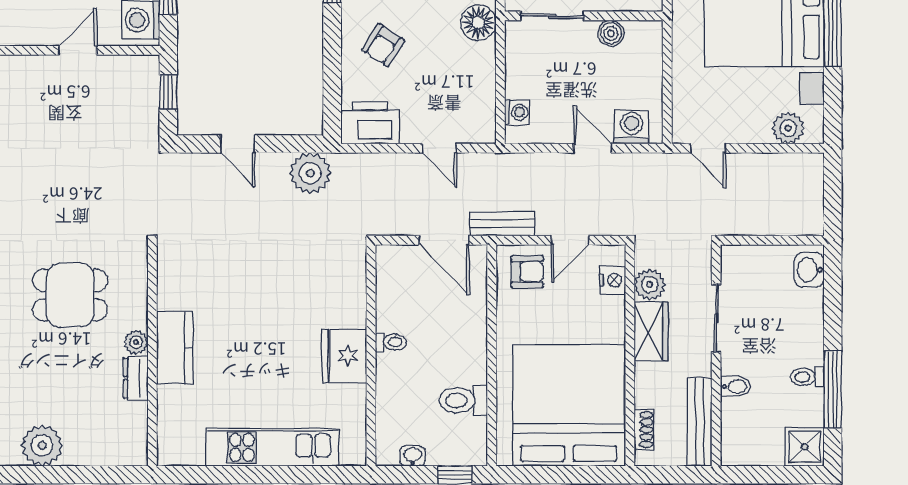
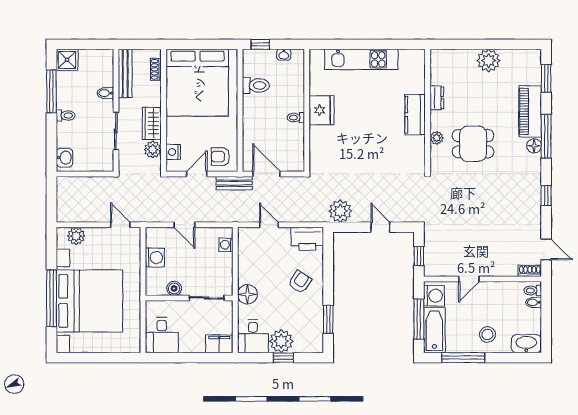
washing machine: (632, 127) -> (155, 258), moved, turned -90
plant: (136, 342) -> (437, 138), moved
toilet: (807, 377) -> (66, 116), moved

